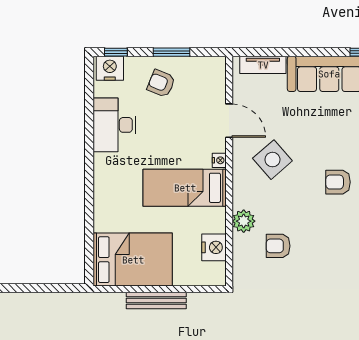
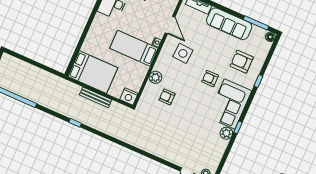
side table: (272, 160) -> (183, 53), turned 45
nightstand: (214, 247) -> (129, 97), moved, turned 90

